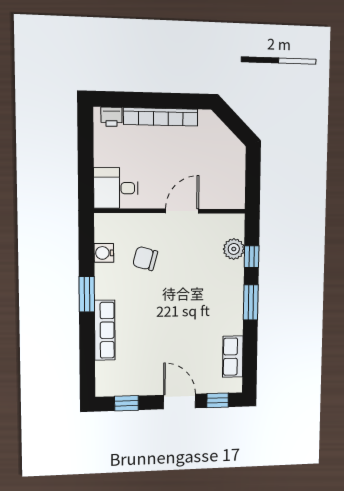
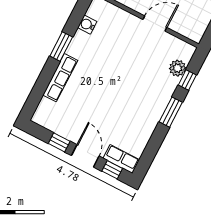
chair: (145, 258) -> (113, 43), removed
row of seats: (233, 357) -> (121, 159), moved, turned 90
window: (126, 403) -> (59, 142), moved

